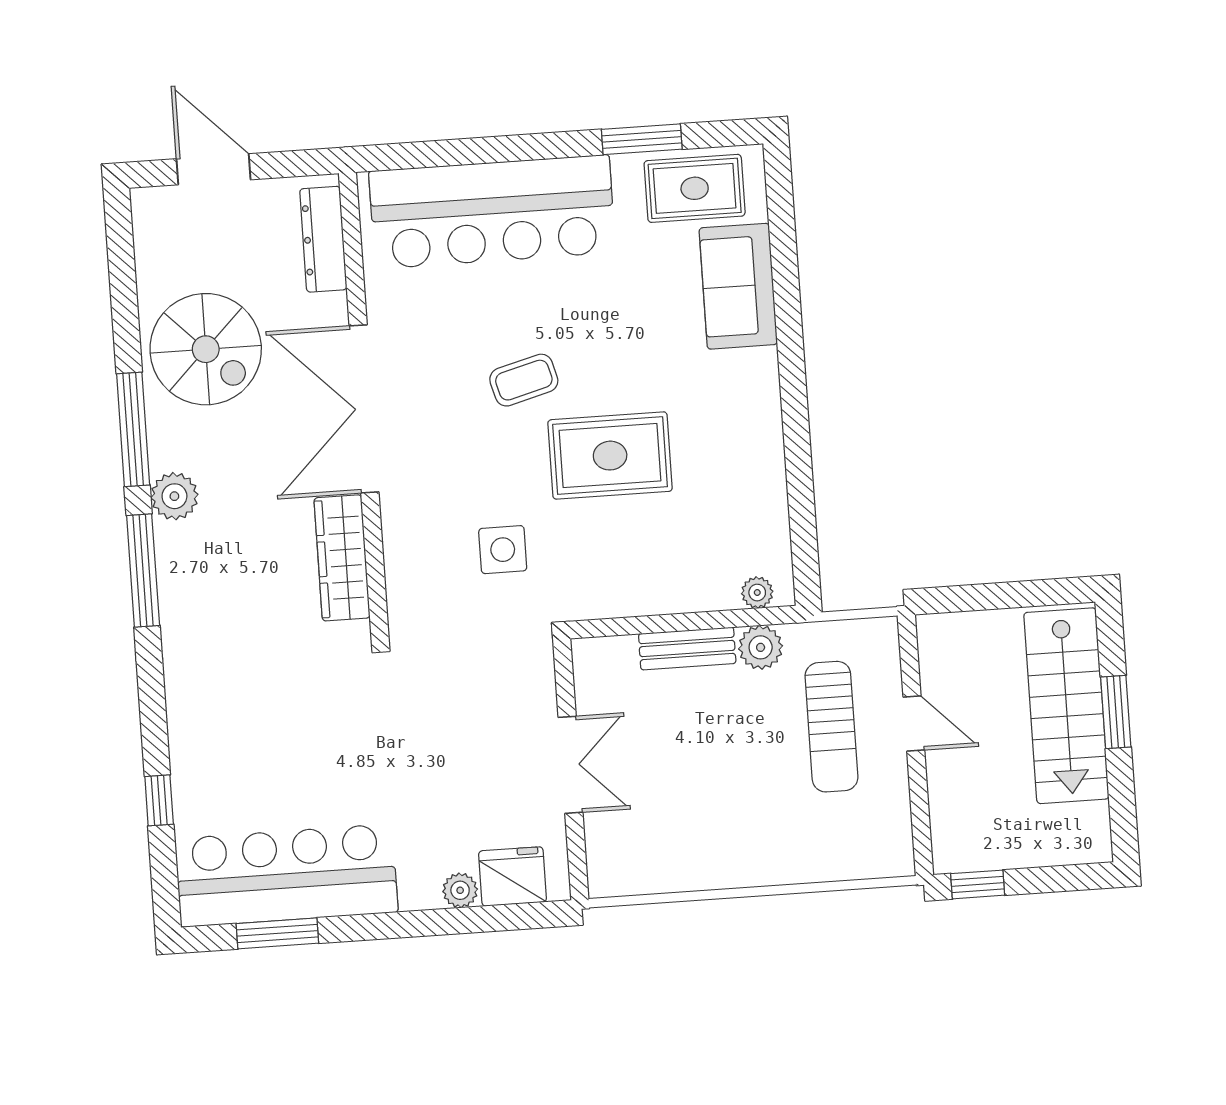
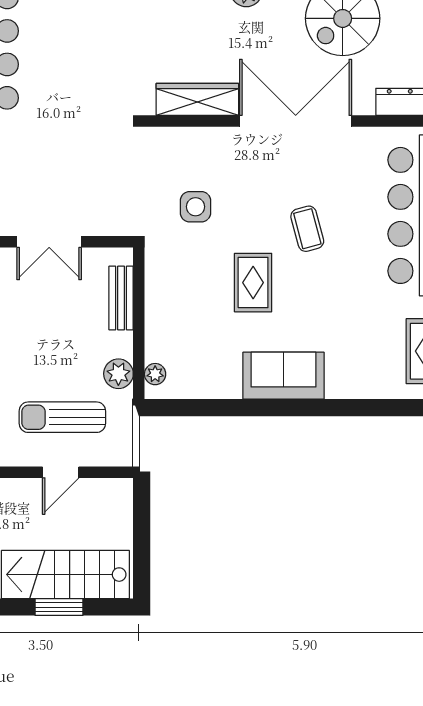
sofa: (738, 286) -> (284, 376), moved
rug: (610, 456) -> (253, 283), width x0.73, depth x0.70
bench: (687, 649) -> (121, 298), moved

